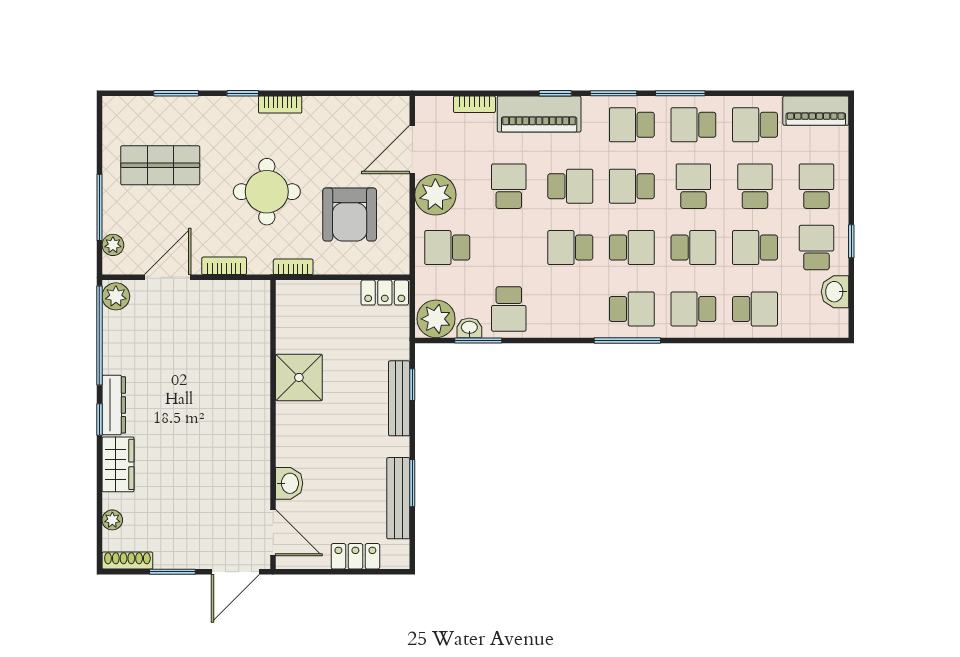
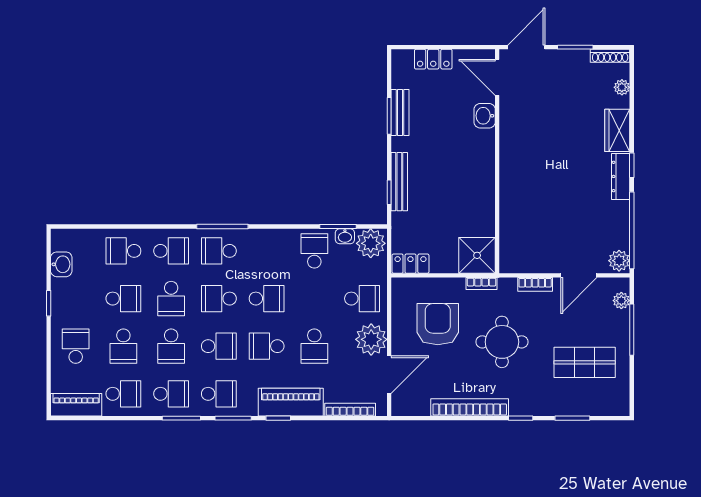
bookcase: (474, 104) -> (350, 410), width x1.56
bookcase: (280, 105) -> (470, 407), width x2.31, depth x1.31
school desk: (816, 186) -> (76, 346), turned 180
school desk: (693, 248) -> (171, 299), turned -90
school desk: (816, 248) -> (76, 299), removed
shower: (299, 377) -> (477, 255), moved
bench: (398, 498) -> (400, 113), width x0.73

